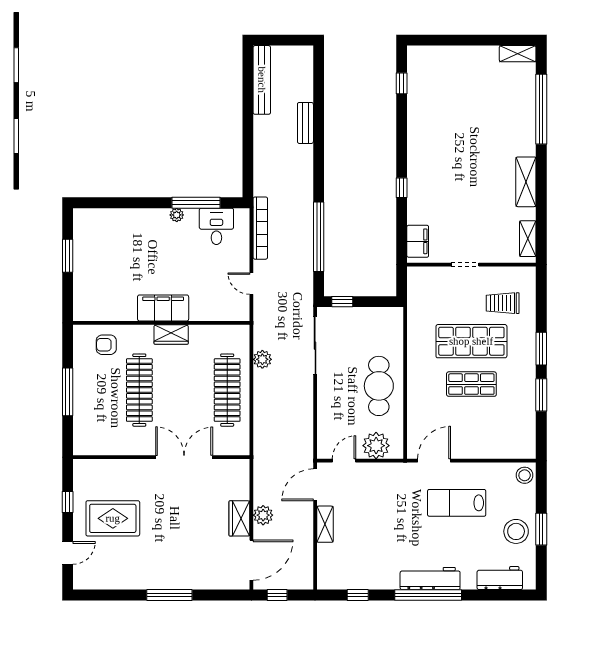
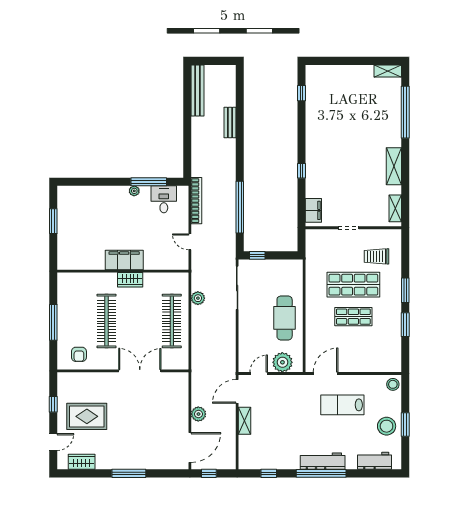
armchair: (106, 345) -> (79, 354), moved, turned -90
wardrobe: (239, 518) -> (82, 462), moved, turned 90

